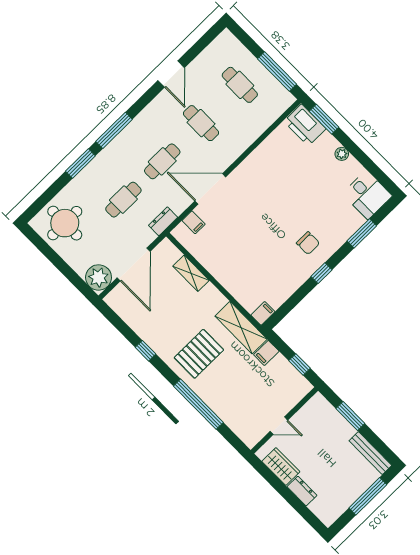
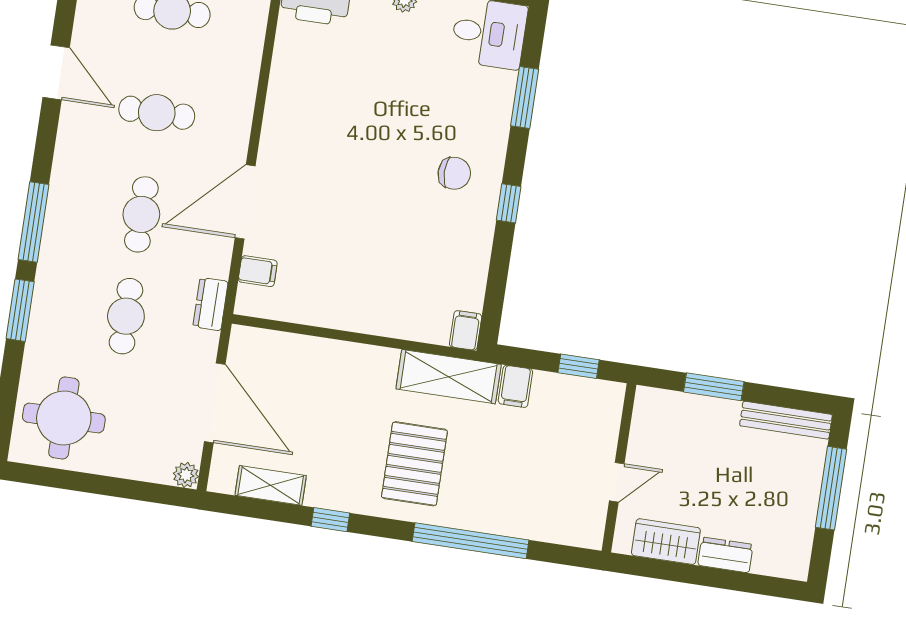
shelving: (191, 273) -> (271, 485), moved
plant: (99, 277) -> (186, 475), width x0.53, depth x0.53

